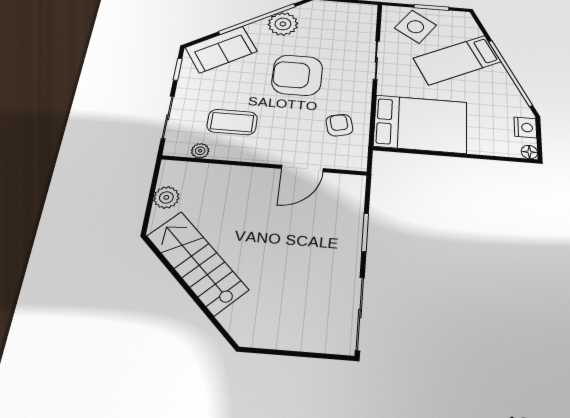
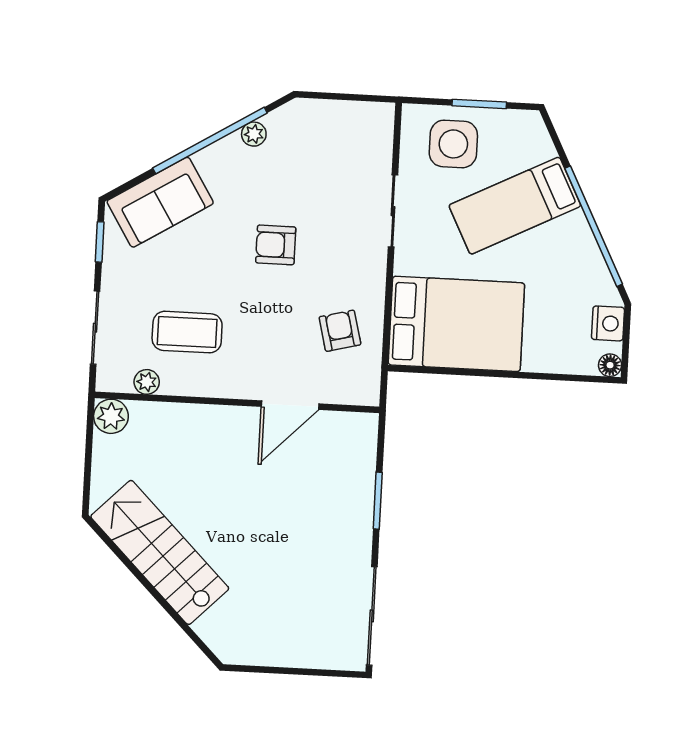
plant: (283, 24) -> (254, 134), width x0.53, depth x0.53
side table: (415, 27) -> (453, 144), turned -34
armchair: (297, 75) -> (276, 245), width x0.53, depth x0.53
plant: (166, 197) -> (111, 416), moved

